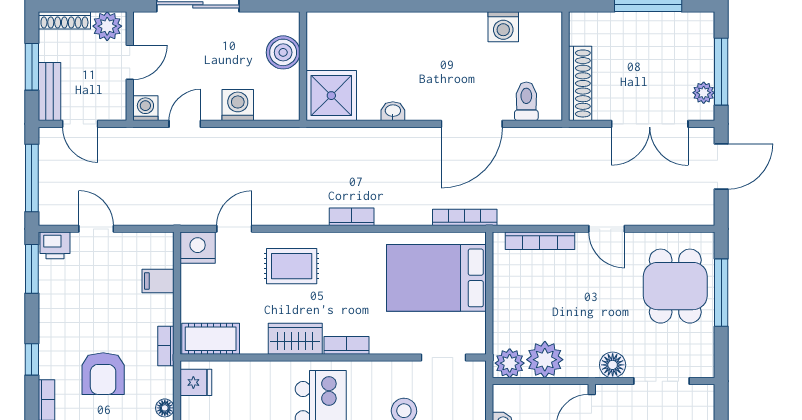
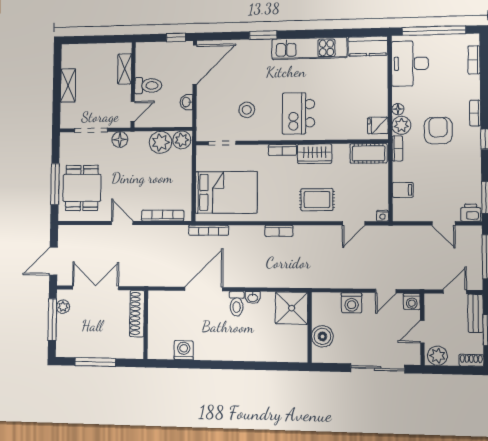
shoe rack: (64, 20) -> (471, 360), width x0.70
toilet: (526, 101) -> (237, 304), moved
door: (80, 124) -> (455, 292), hinge flipped
nightstand: (198, 248) -> (383, 216), width x0.53, depth x0.56
plant: (159, 382) -> (401, 125), added

